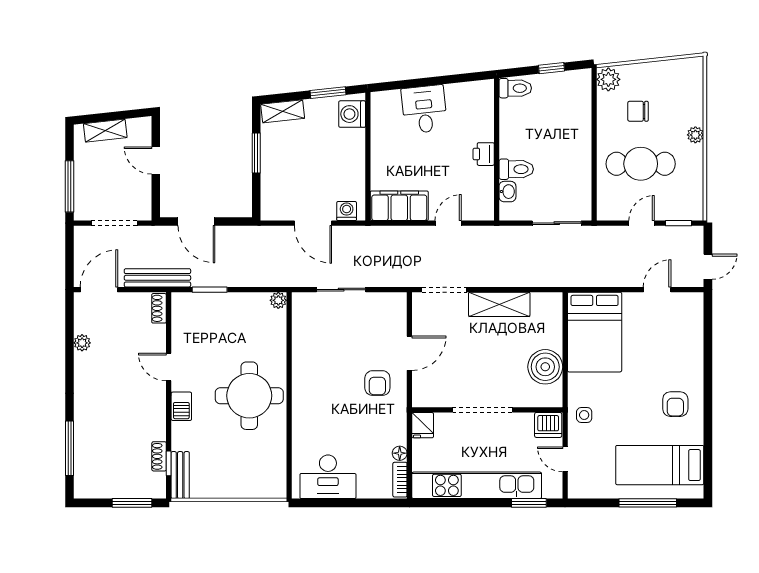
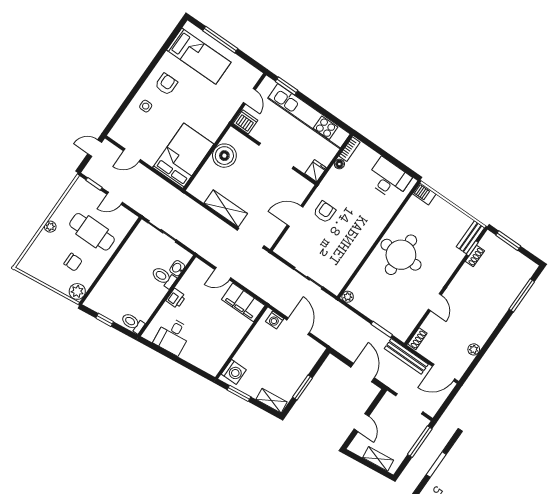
desk: (424, 109) -> (173, 336), moved
barbecue: (181, 406) -> (424, 194), moved, turned -90
side table: (584, 415) -> (146, 106), moved

